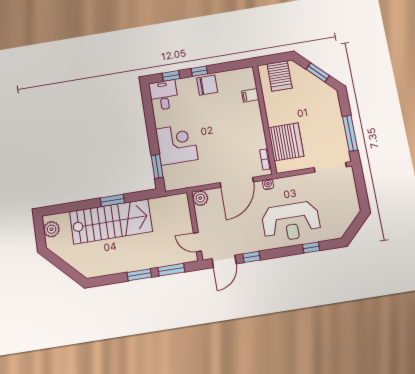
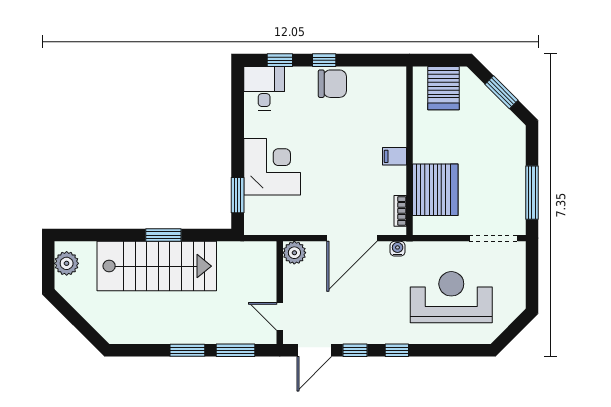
filing cabinet: (250, 95) -> (394, 156), moved
reception desk: (291, 222) -> (451, 297), moved, turned 180
window: (311, 247) -> (397, 350), moved

